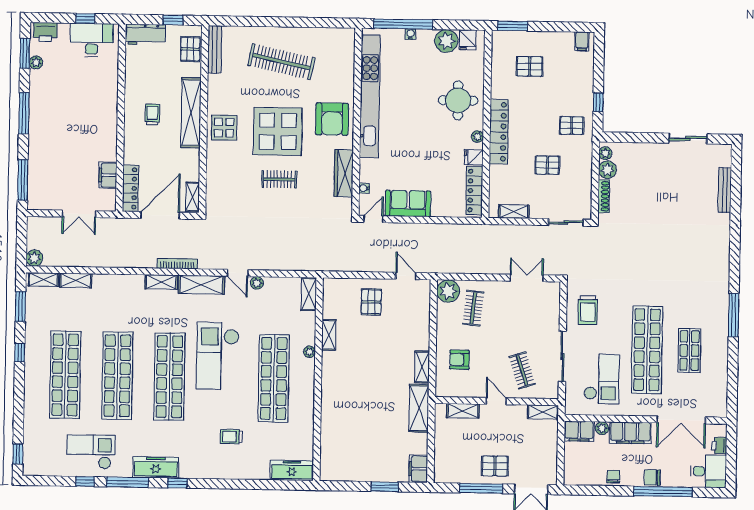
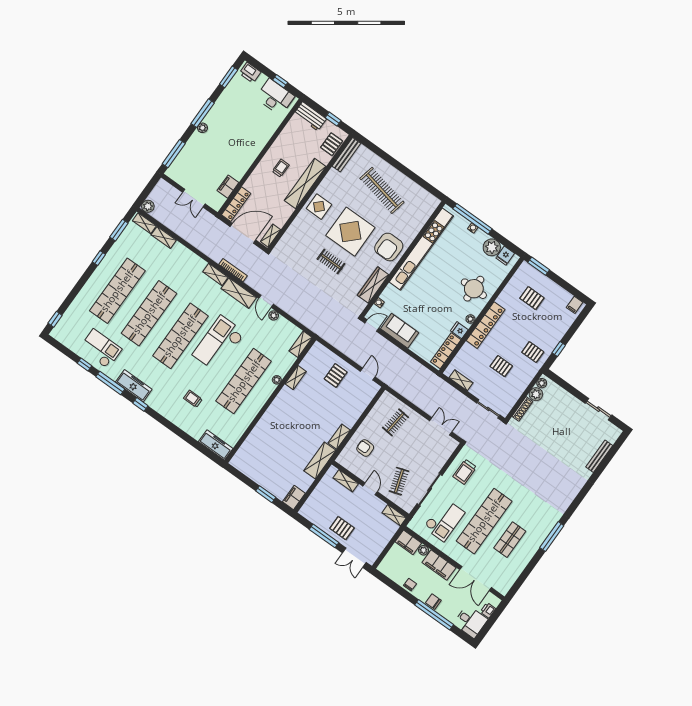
plant: (36, 62) -> (202, 128), moved
plant: (448, 291) -> (387, 401), removed

